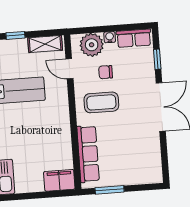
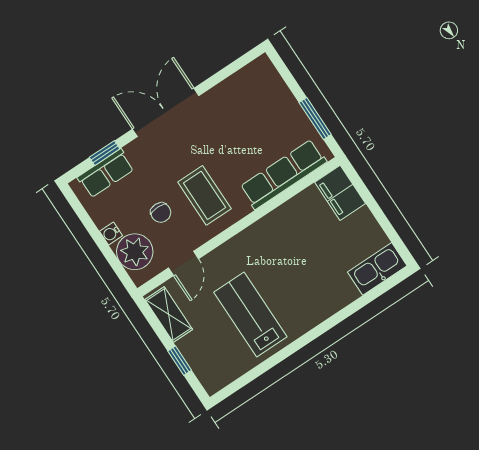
row of seats: (134, 38) -> (106, 173), moved, turned 90

